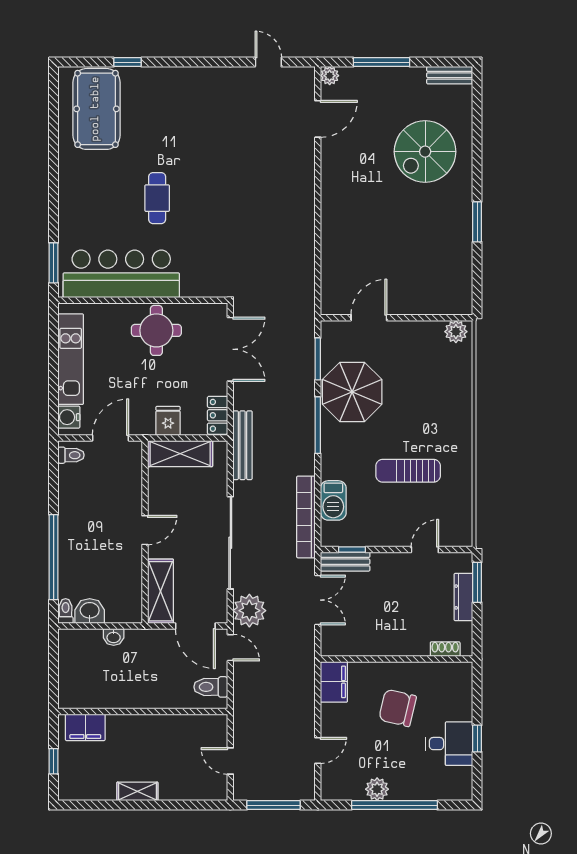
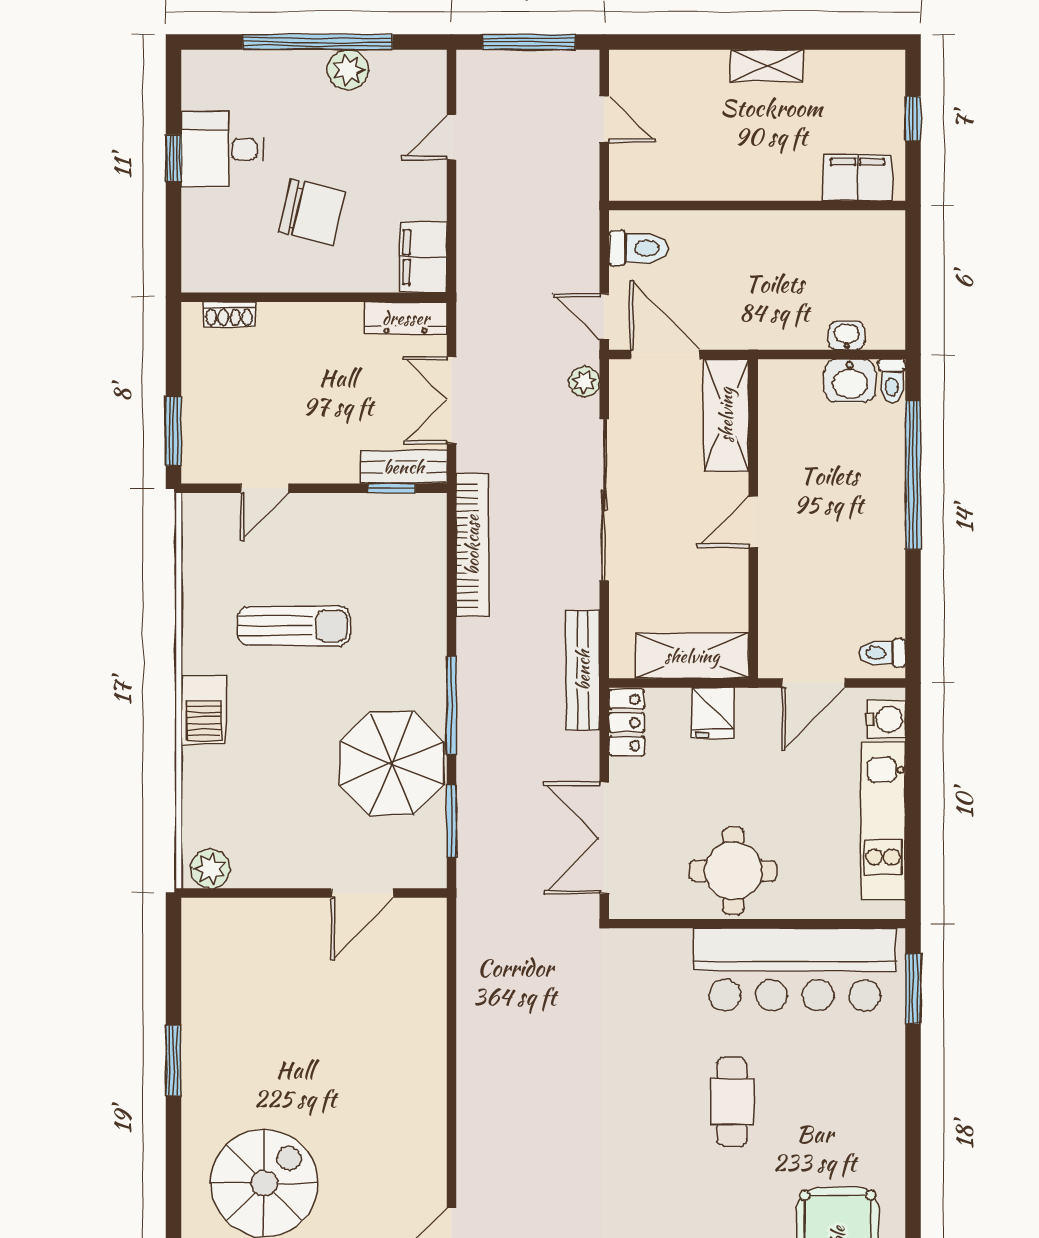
barbecue: (333, 500) -> (204, 710), moved, turned 180
dresser: (463, 597) -> (406, 318), moved, turned 90
plant: (249, 611) -> (584, 382), width x0.53, depth x0.53
washbasin: (114, 637) -> (847, 335), moved

